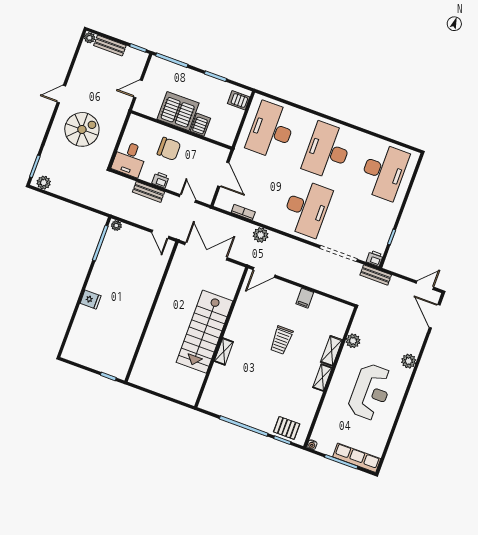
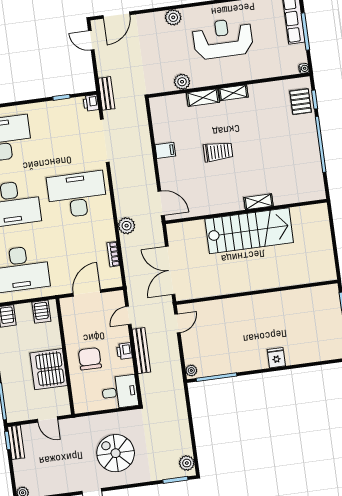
bench: (110, 46) -> (16, 442), moved
server rack: (200, 125) -> (41, 312), moved, turned -90
bench: (149, 192) -> (141, 351), width x1.36

